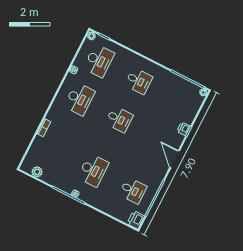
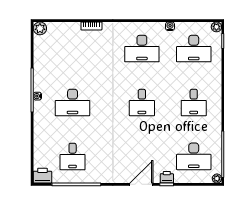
desk: (178, 101) -> (194, 156), added
door: (175, 159) -> (141, 184), moved
plant: (37, 172) -> (40, 28), moved

